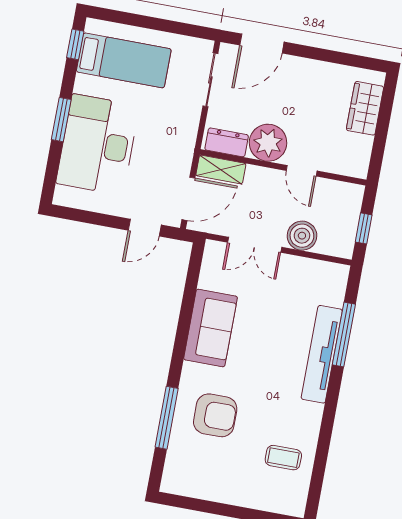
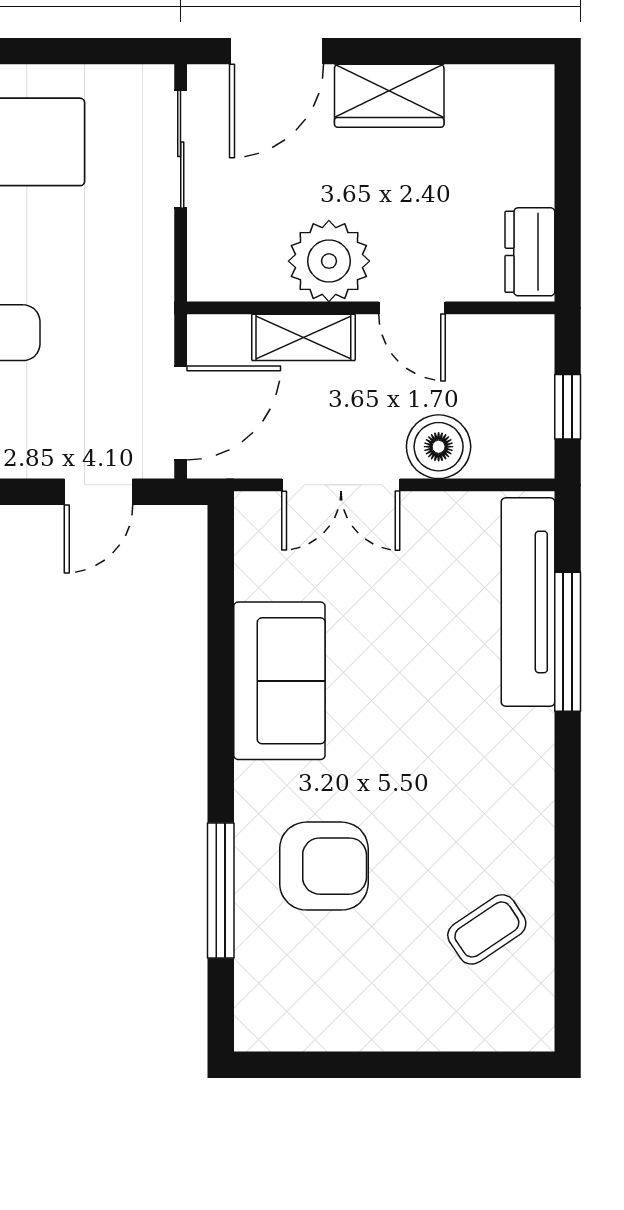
wardrobe: (365, 108) -> (389, 96), moved, turned -90
dresser: (227, 142) -> (530, 252), moved, turned -90
shelving: (221, 170) -> (303, 337), moved
tv unit: (322, 354) -> (528, 602), moved
coffee table: (283, 458) -> (487, 929), turned -34

